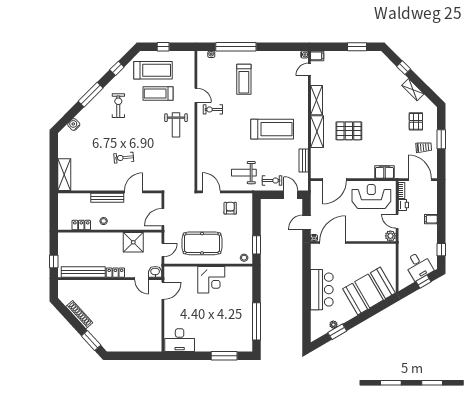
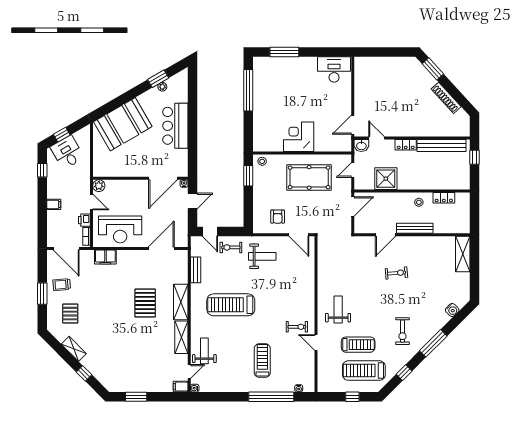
weight bench: (296, 88) -> (204, 351), added
pallet: (349, 131) -> (145, 303), turned 90

